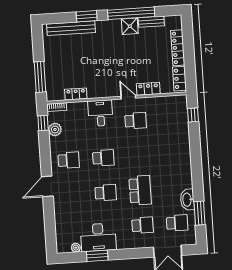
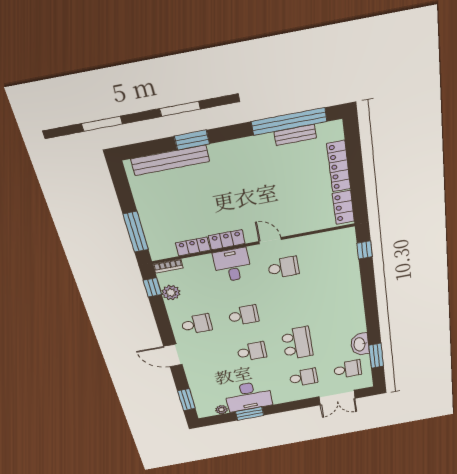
window: (131, 13) -> (289, 121), moved
shower: (130, 26) -> (262, 146), removed
locker: (148, 89) -> (227, 240), moved
door: (47, 186) -> (173, 355), hinge flipped
window: (50, 232) -> (186, 400), added

